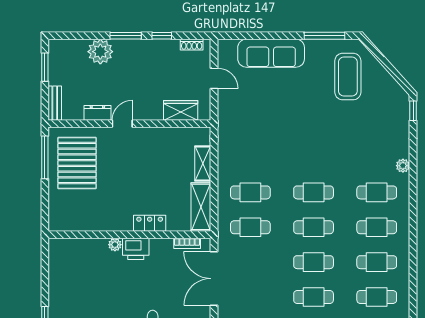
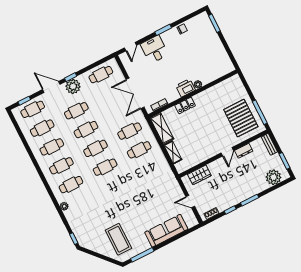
plant: (100, 52) -> (273, 177), moved
double door: (214, 279) -> (135, 93), swing flipped

